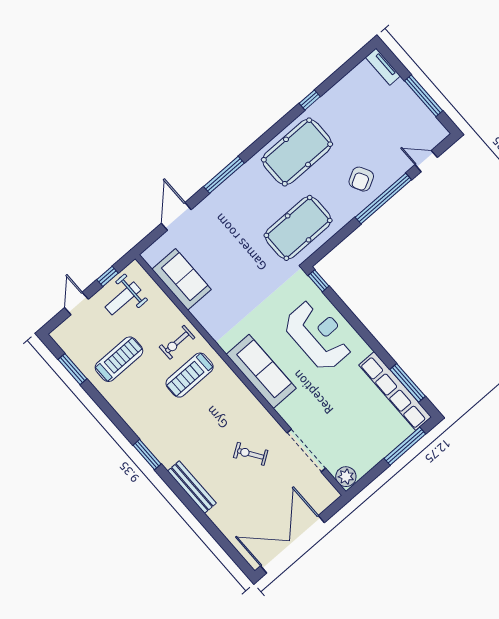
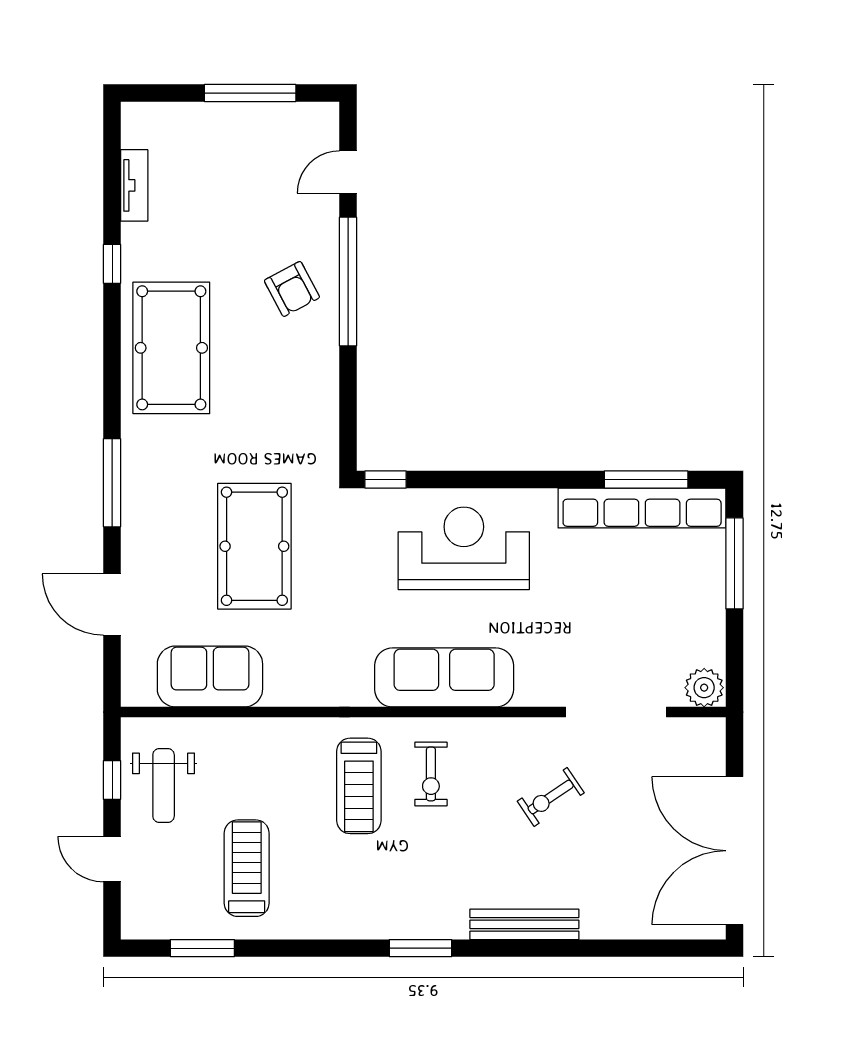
tv unit: (383, 67) -> (134, 185), moved, turned -90
pool table: (298, 228) -> (254, 546), moved
exercise bike: (177, 342) -> (431, 774), moved

